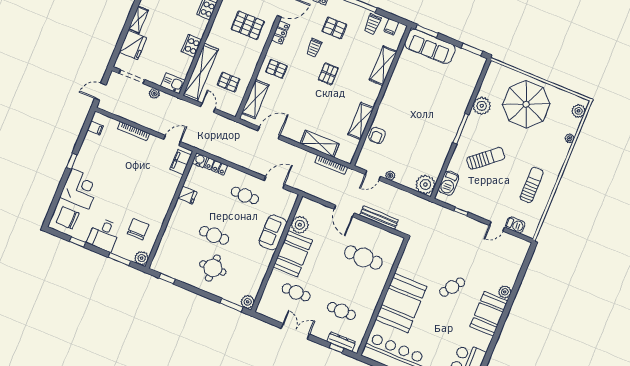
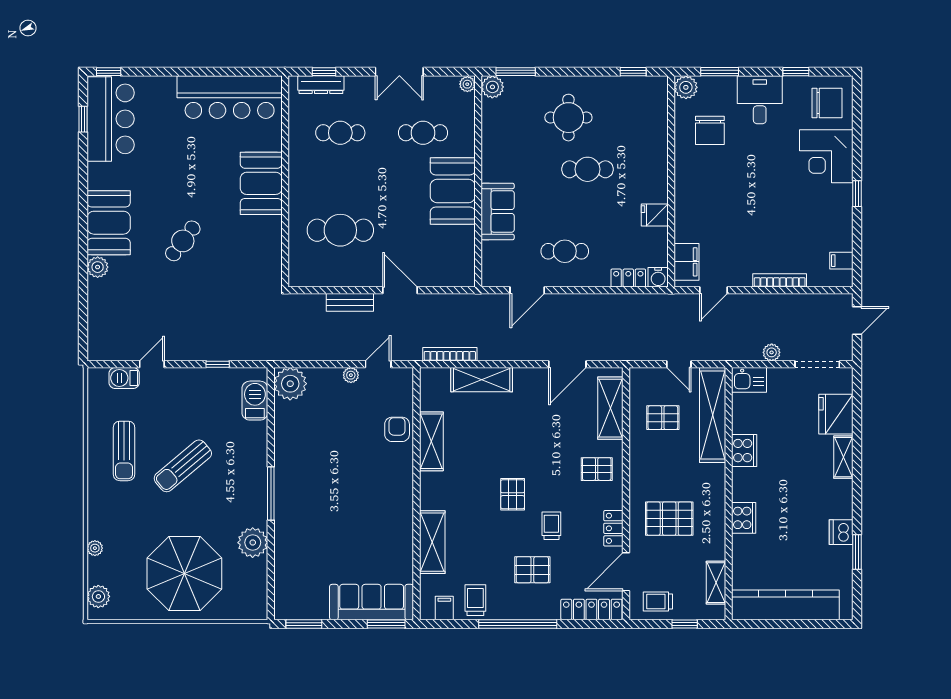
sun lounger: (486, 158) -> (183, 466), moved
bench: (379, 218) -> (350, 302), width x0.73
plant: (300, 225) -> (467, 84), moved, width x0.53, depth x0.53
booth: (401, 303) -> (261, 183), width x0.73, depth x0.70

